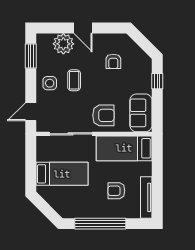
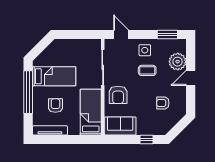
bed: (62, 174) -> (54, 76), moved, turned -90

